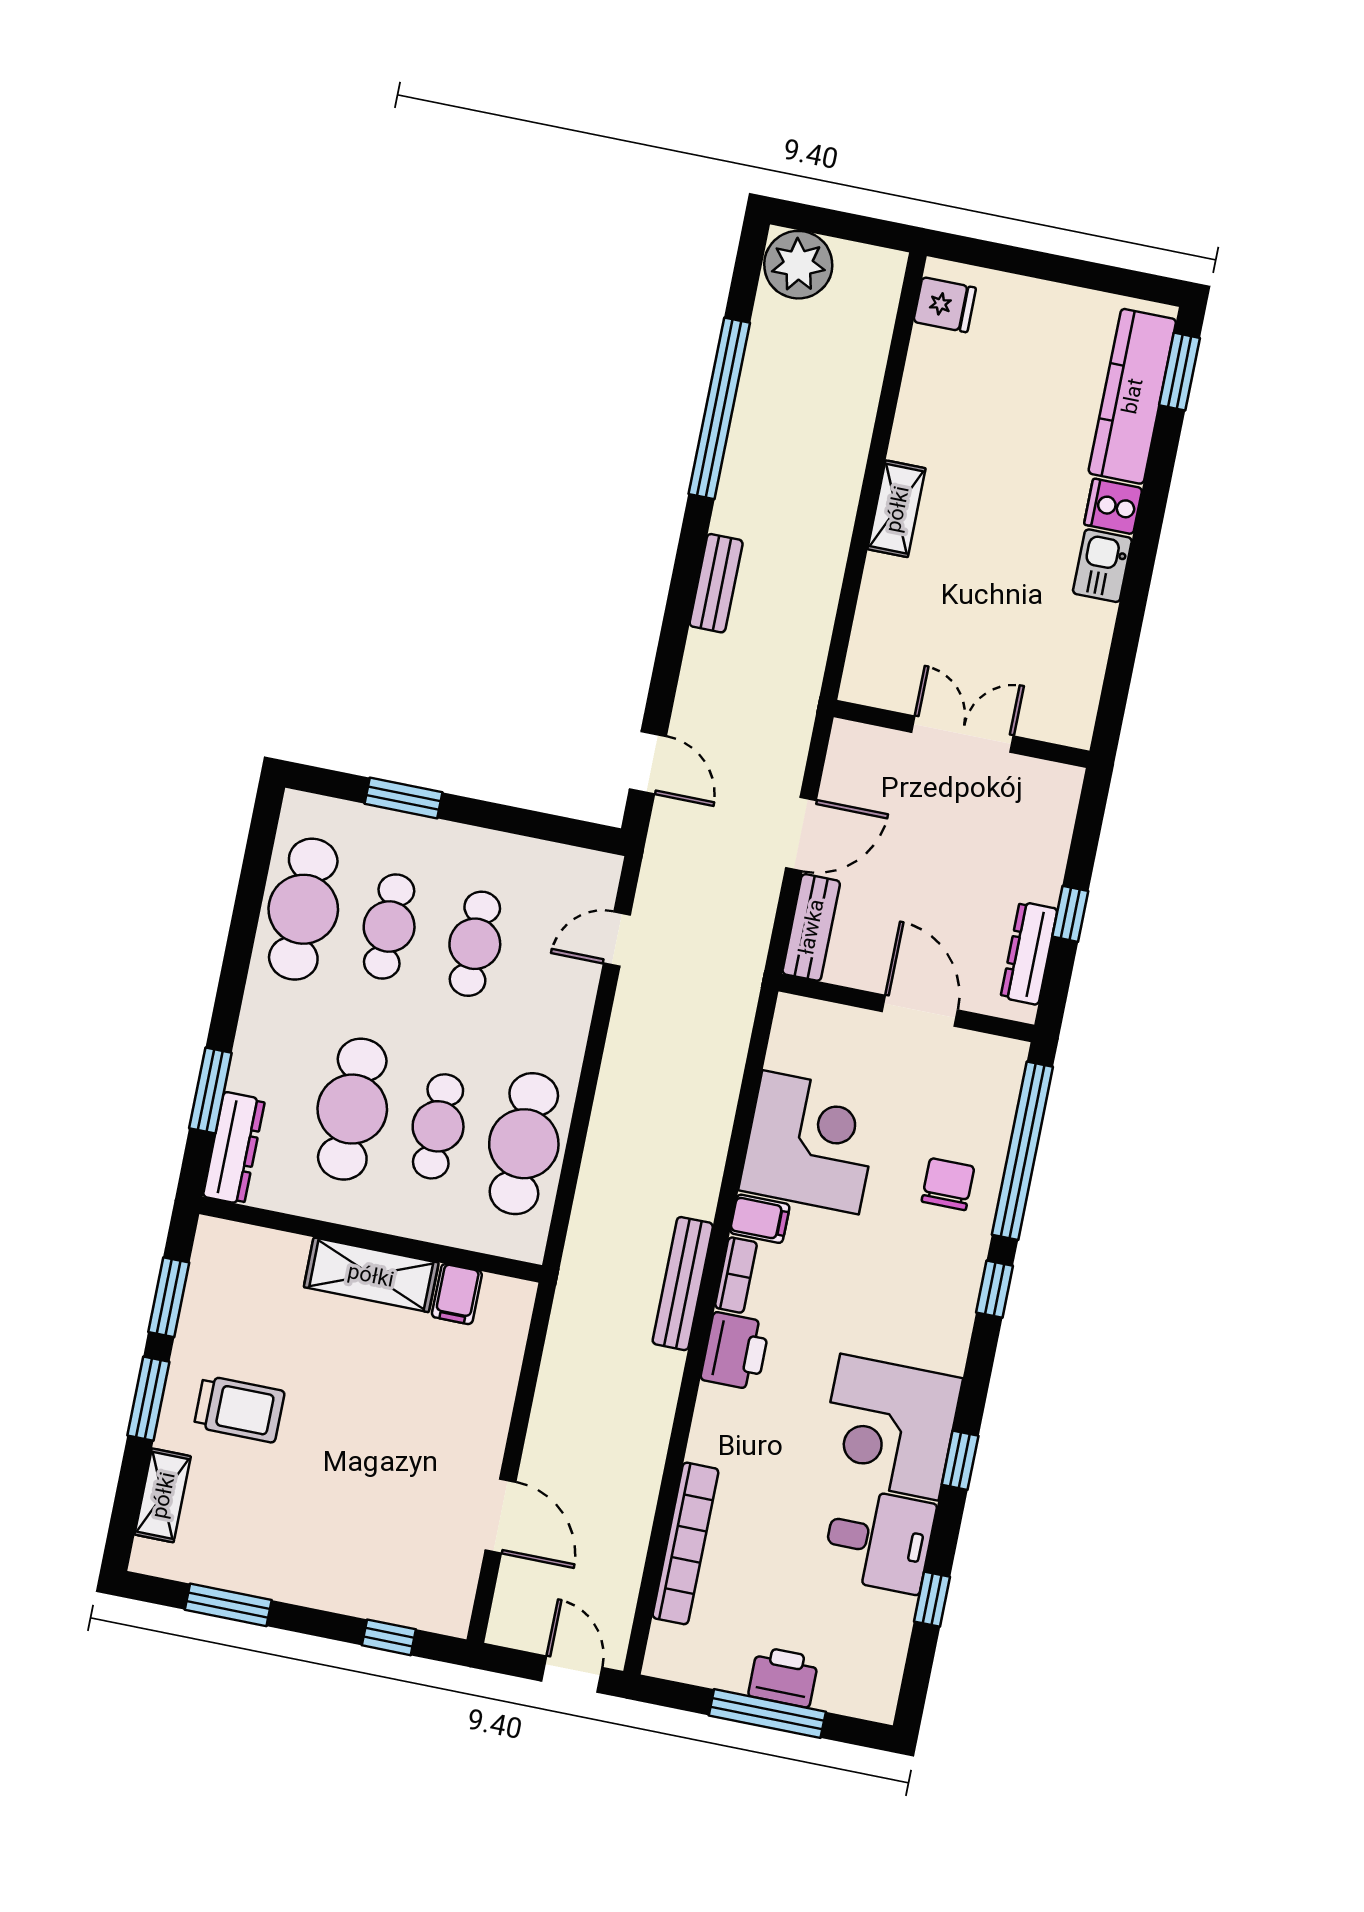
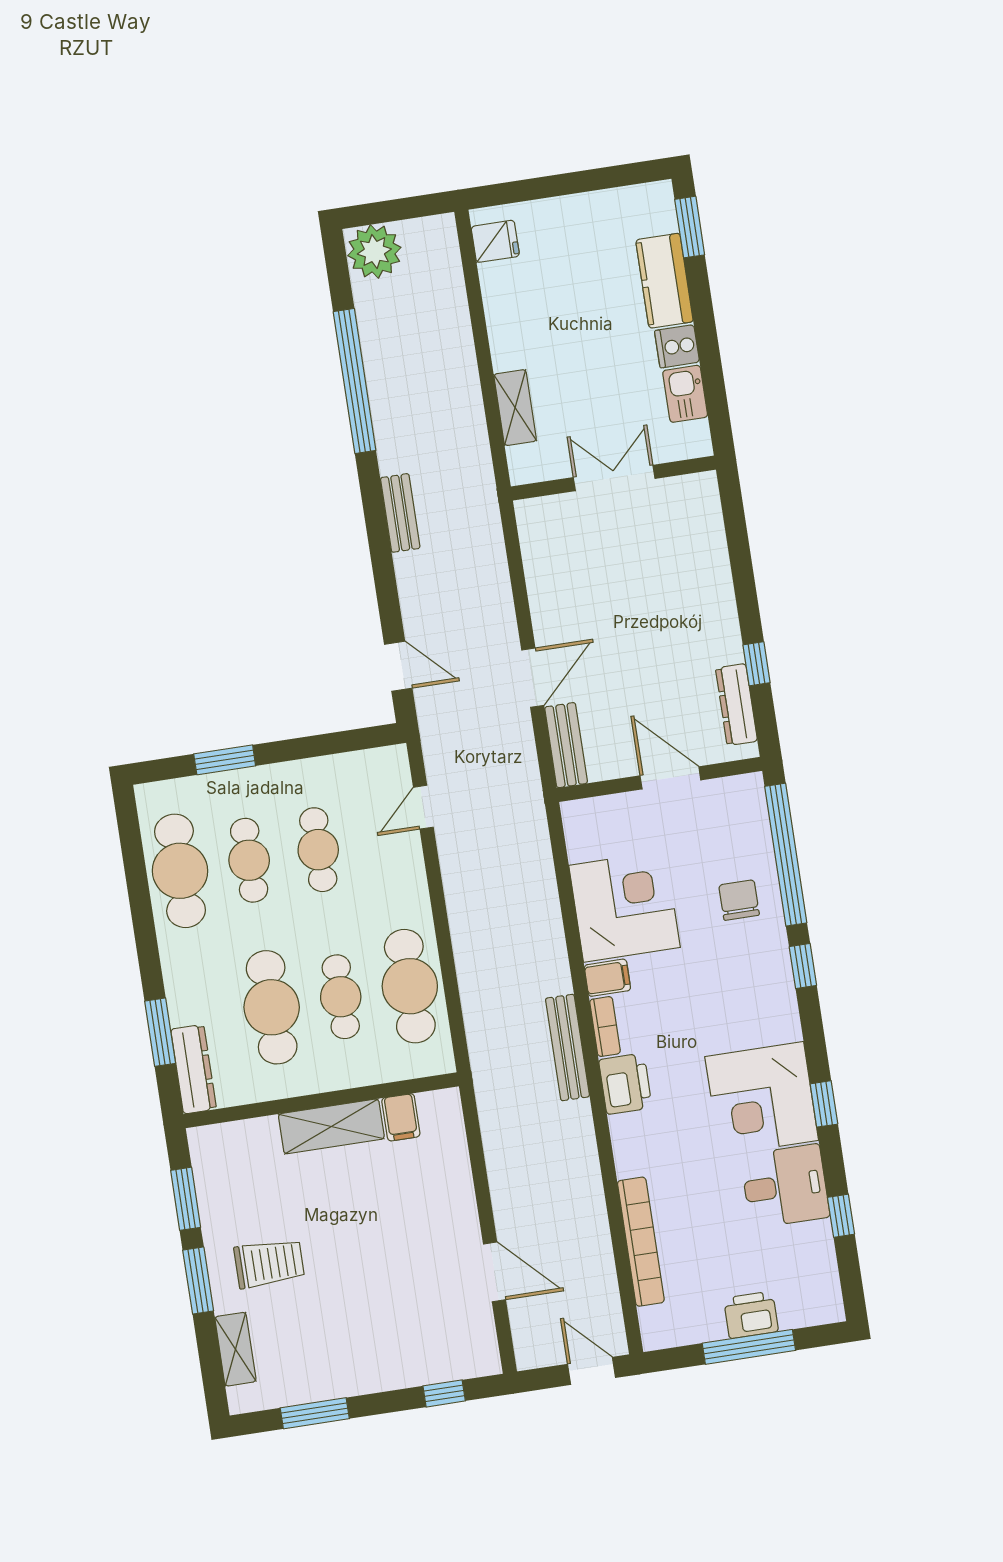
kitchen counter: (1132, 396) -> (664, 281), width x0.67
wall: (962, 734) -> (613, 478), moved
double door: (963, 734) -> (614, 478), moved

